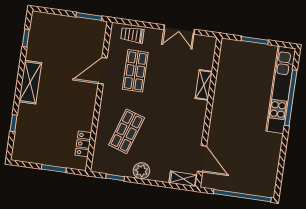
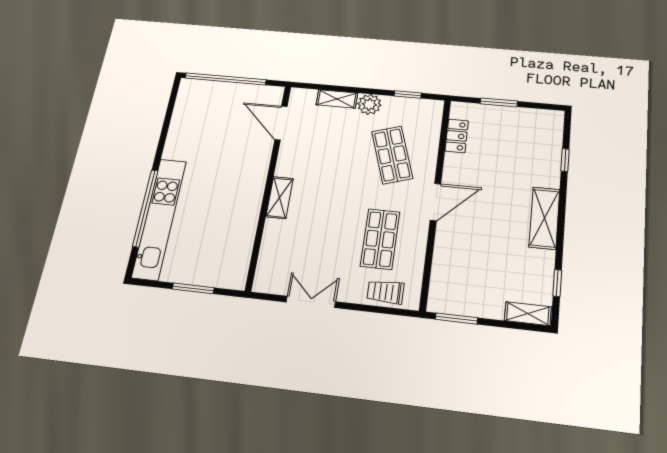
shelving: (45, 19) -> (528, 314), added
trolley: (132, 35) -> (386, 292), turned 180
door: (103, 71) -> (435, 202), moved
shelving: (204, 85) -> (280, 198), moved
shop shelf: (127, 131) -> (392, 155), turned -36
shelving: (183, 179) -> (337, 99), moved

